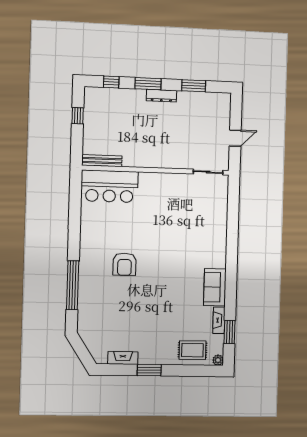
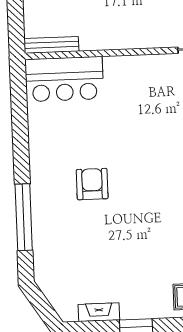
armchair: (125, 264) -> (92, 184), turned 180

